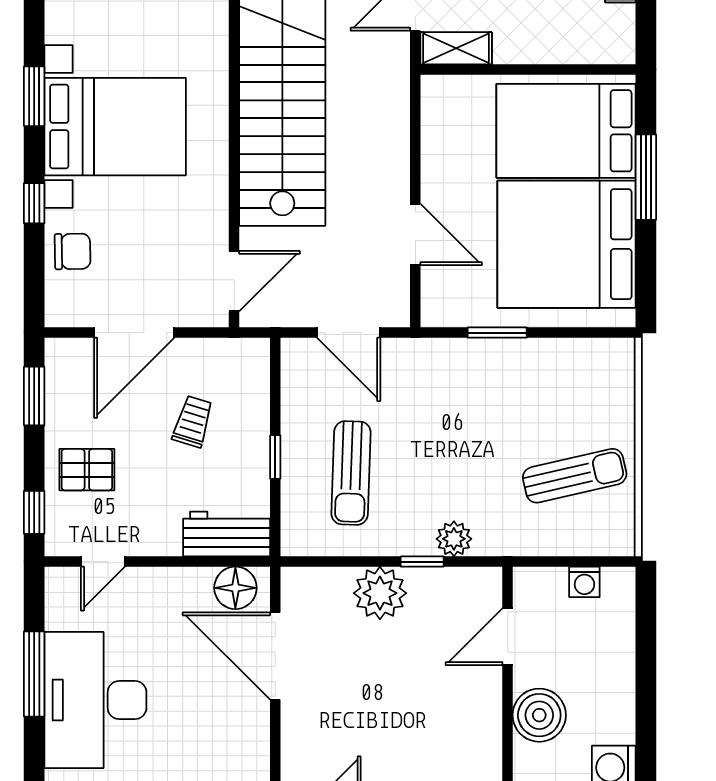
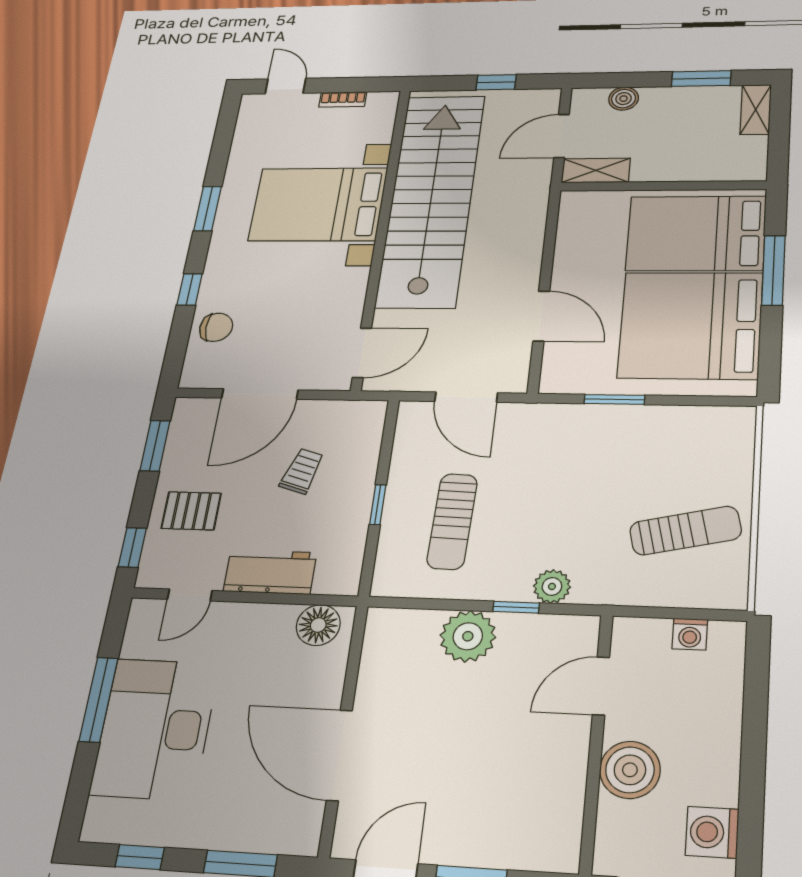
bed with nightstands: (115, 127) -> (318, 204), moved, turned 180
workbench: (227, 534) -> (270, 572), moved
door: (275, 656) -> (339, 755), moved

